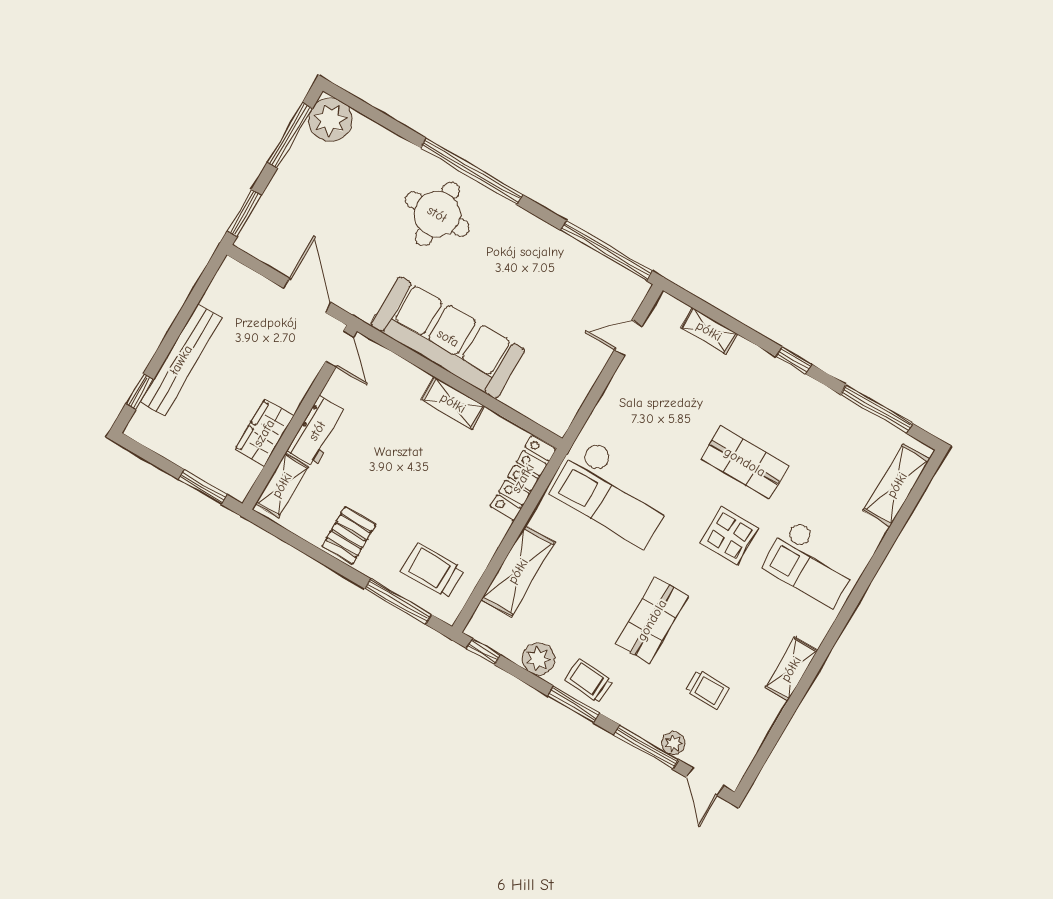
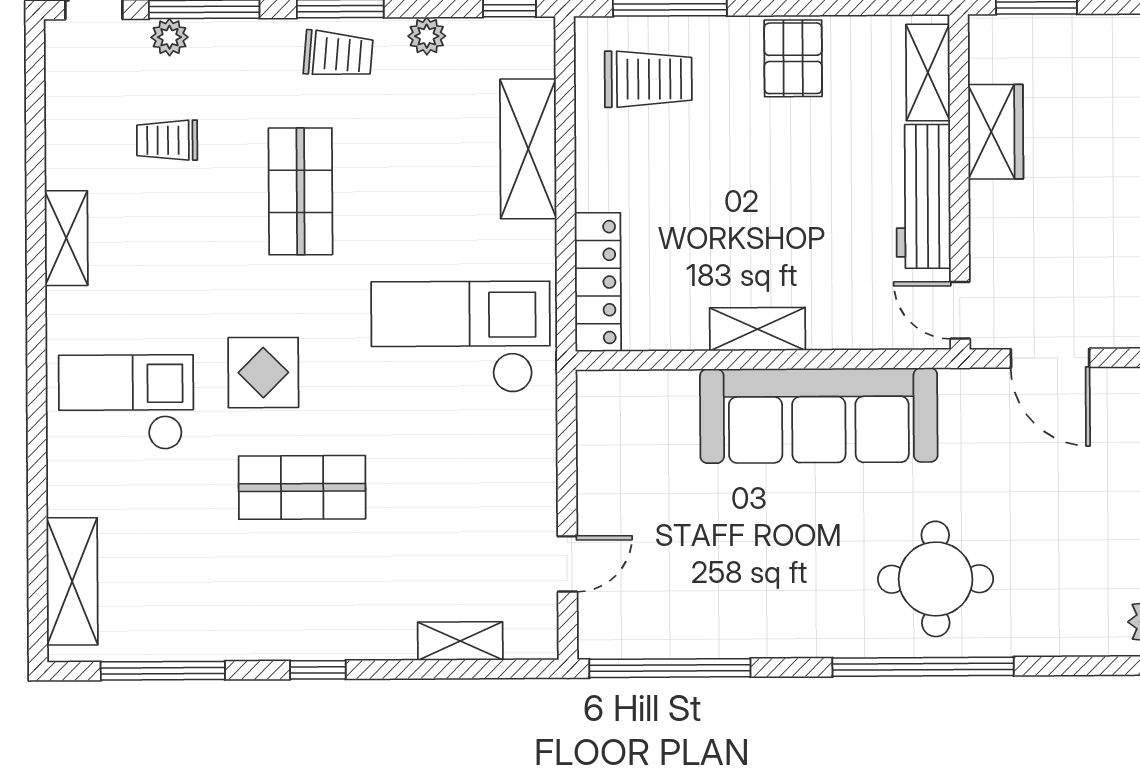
workbench: (317, 431) -> (923, 196), width x1.38
plant: (539, 659) -> (427, 36), width x0.73, depth x0.73

